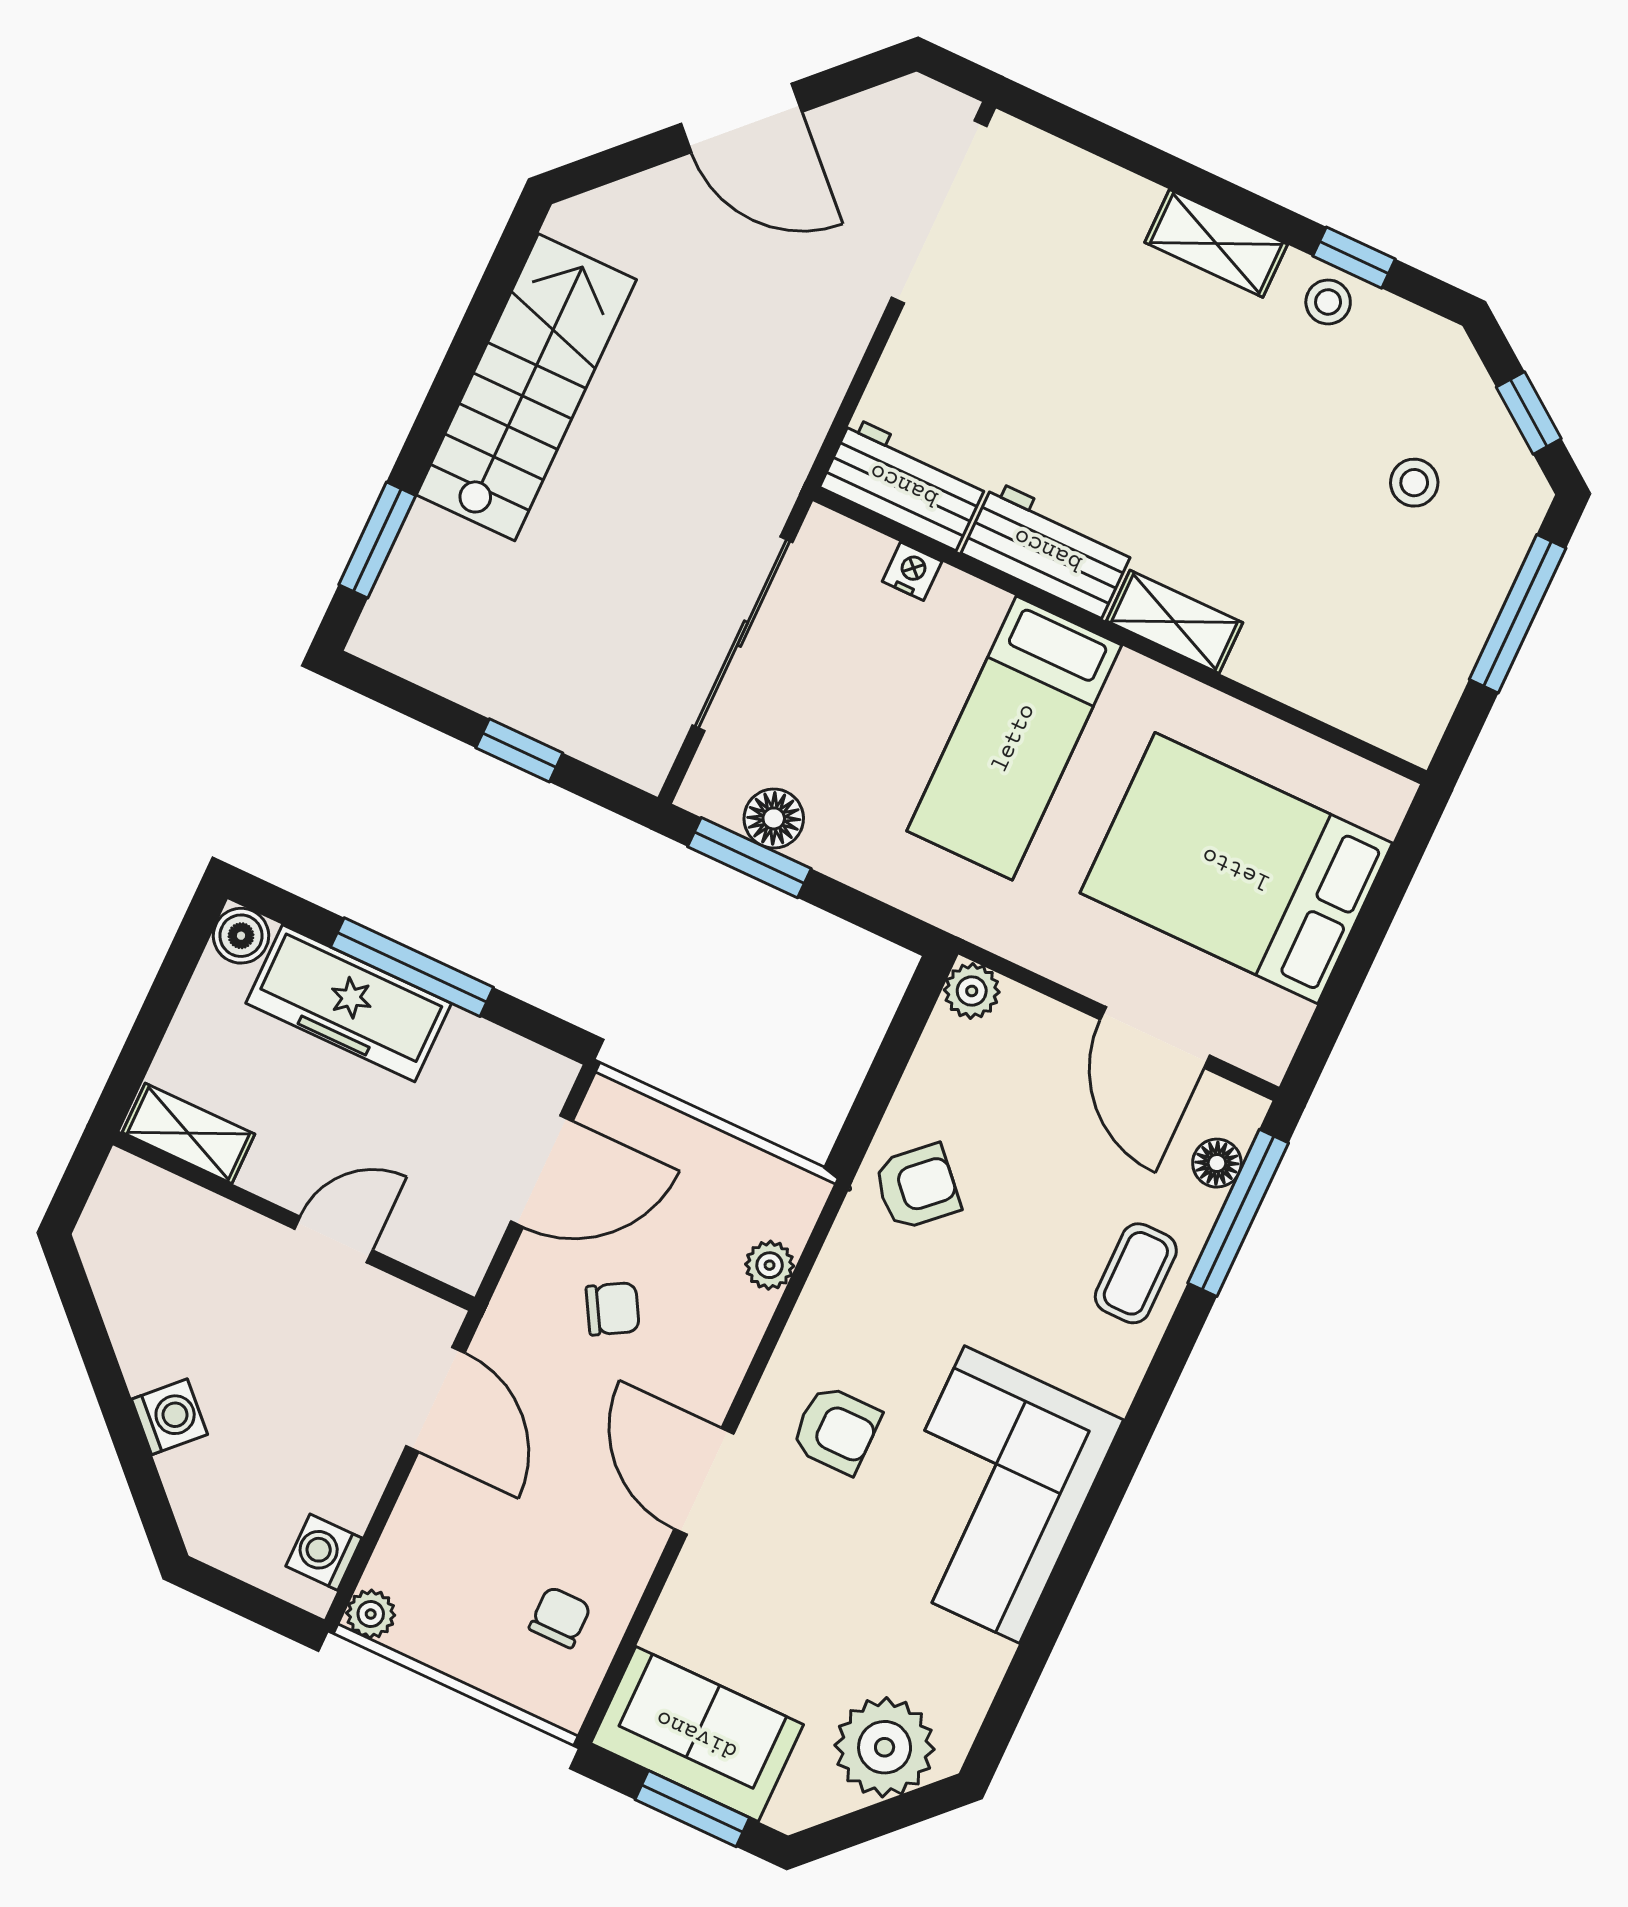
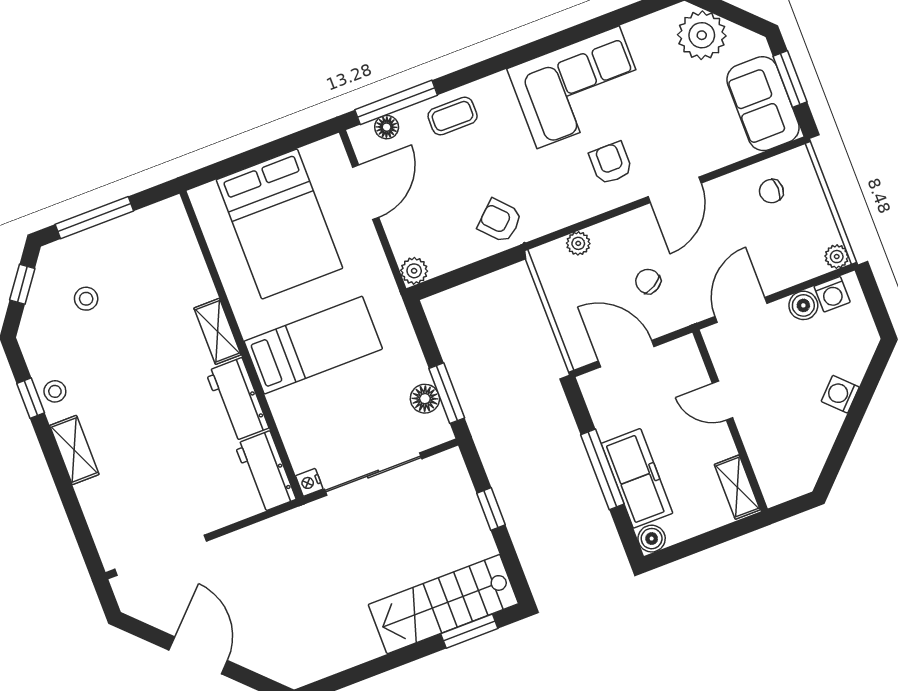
stairs: (526, 387) -> (443, 604), moved
nightstand: (912, 571) -> (309, 482), moved
boiler: (350, 1495) -> (803, 305), added

